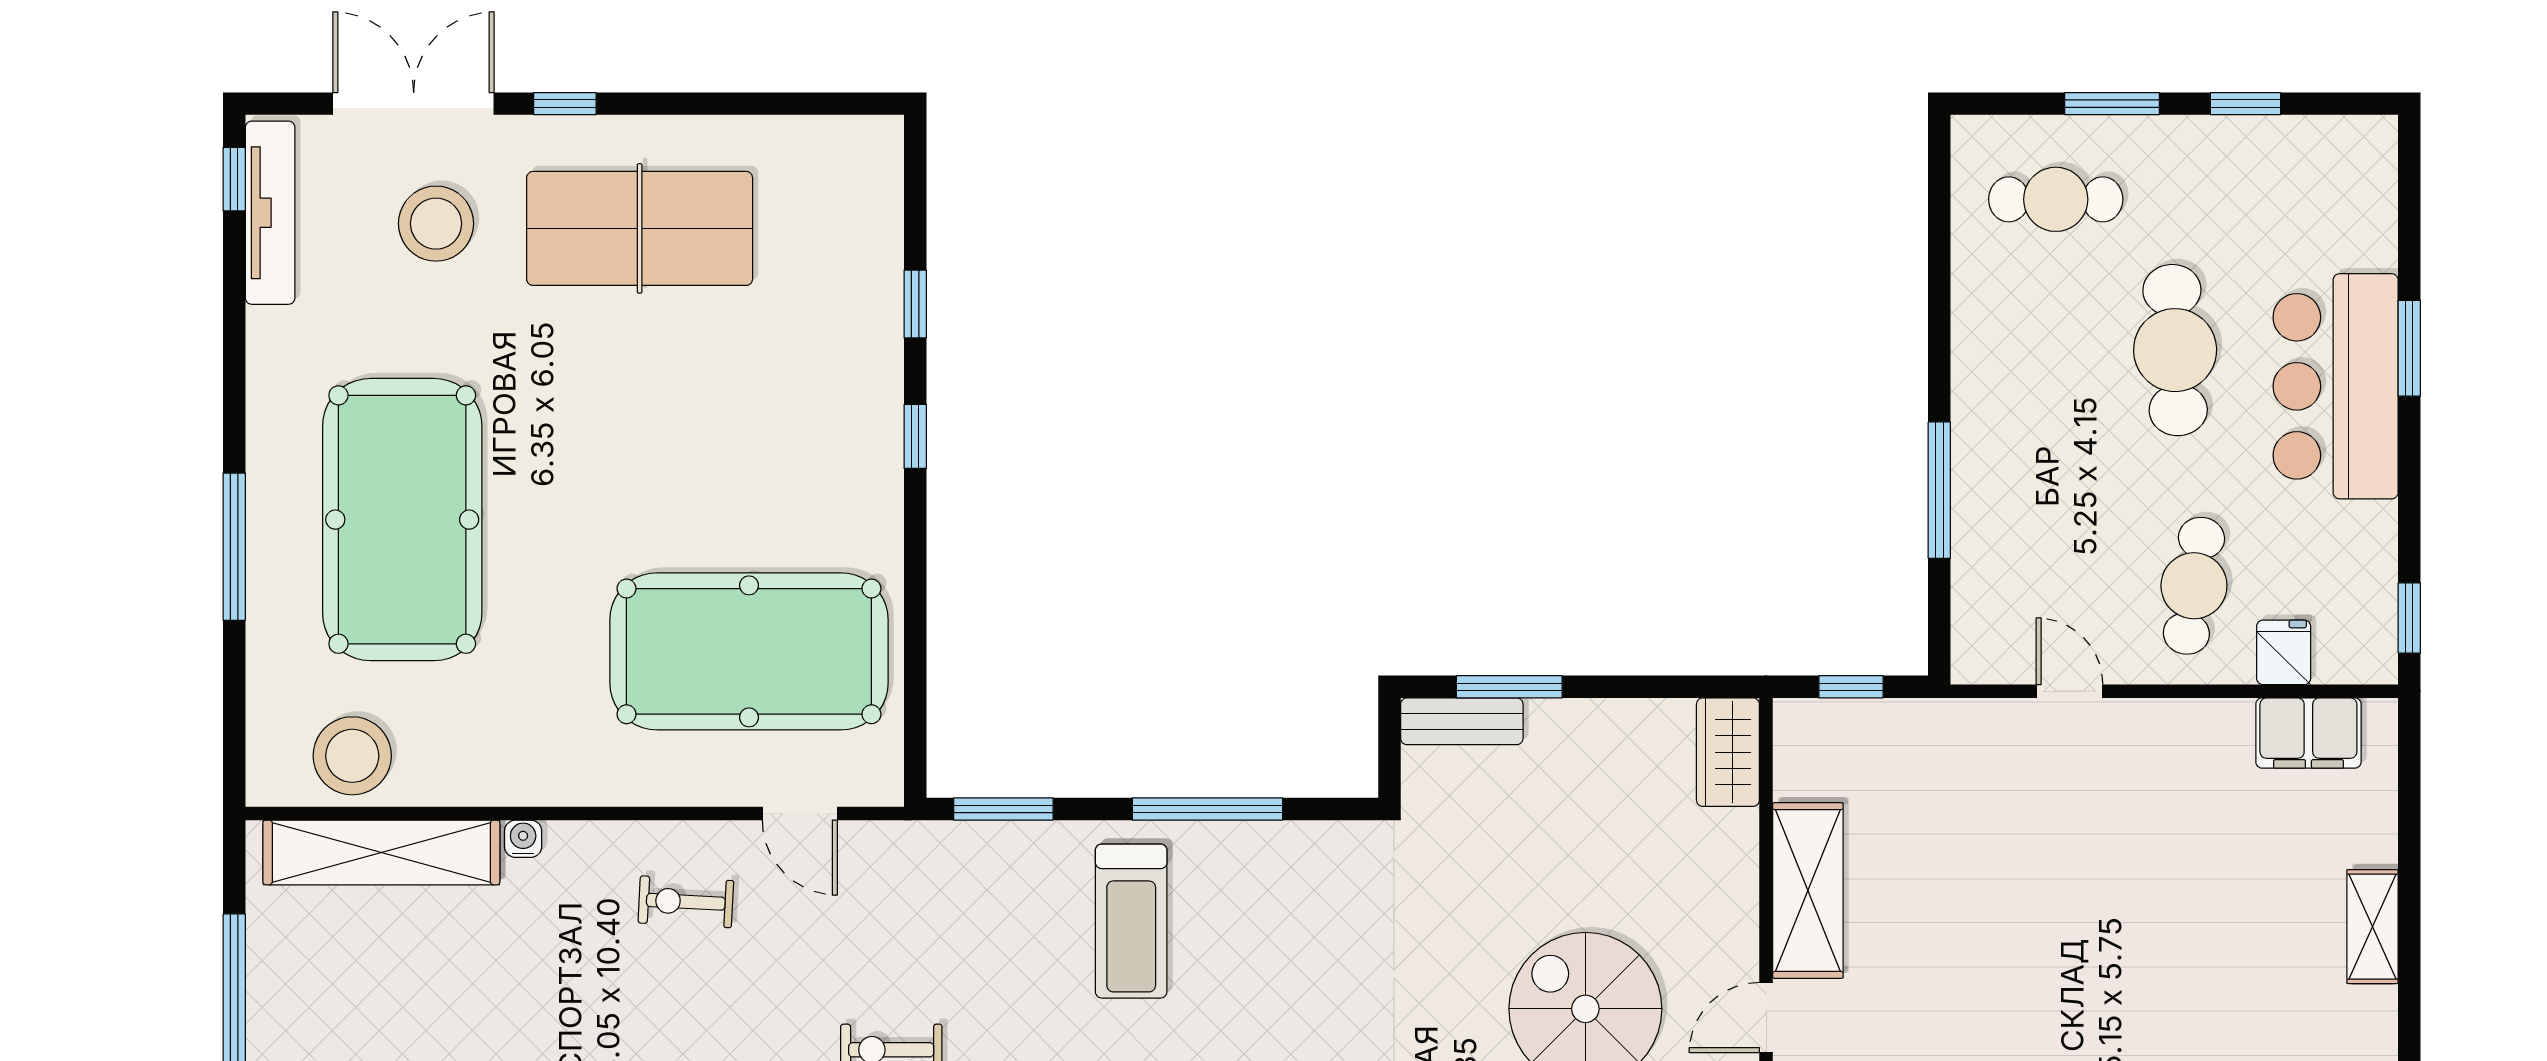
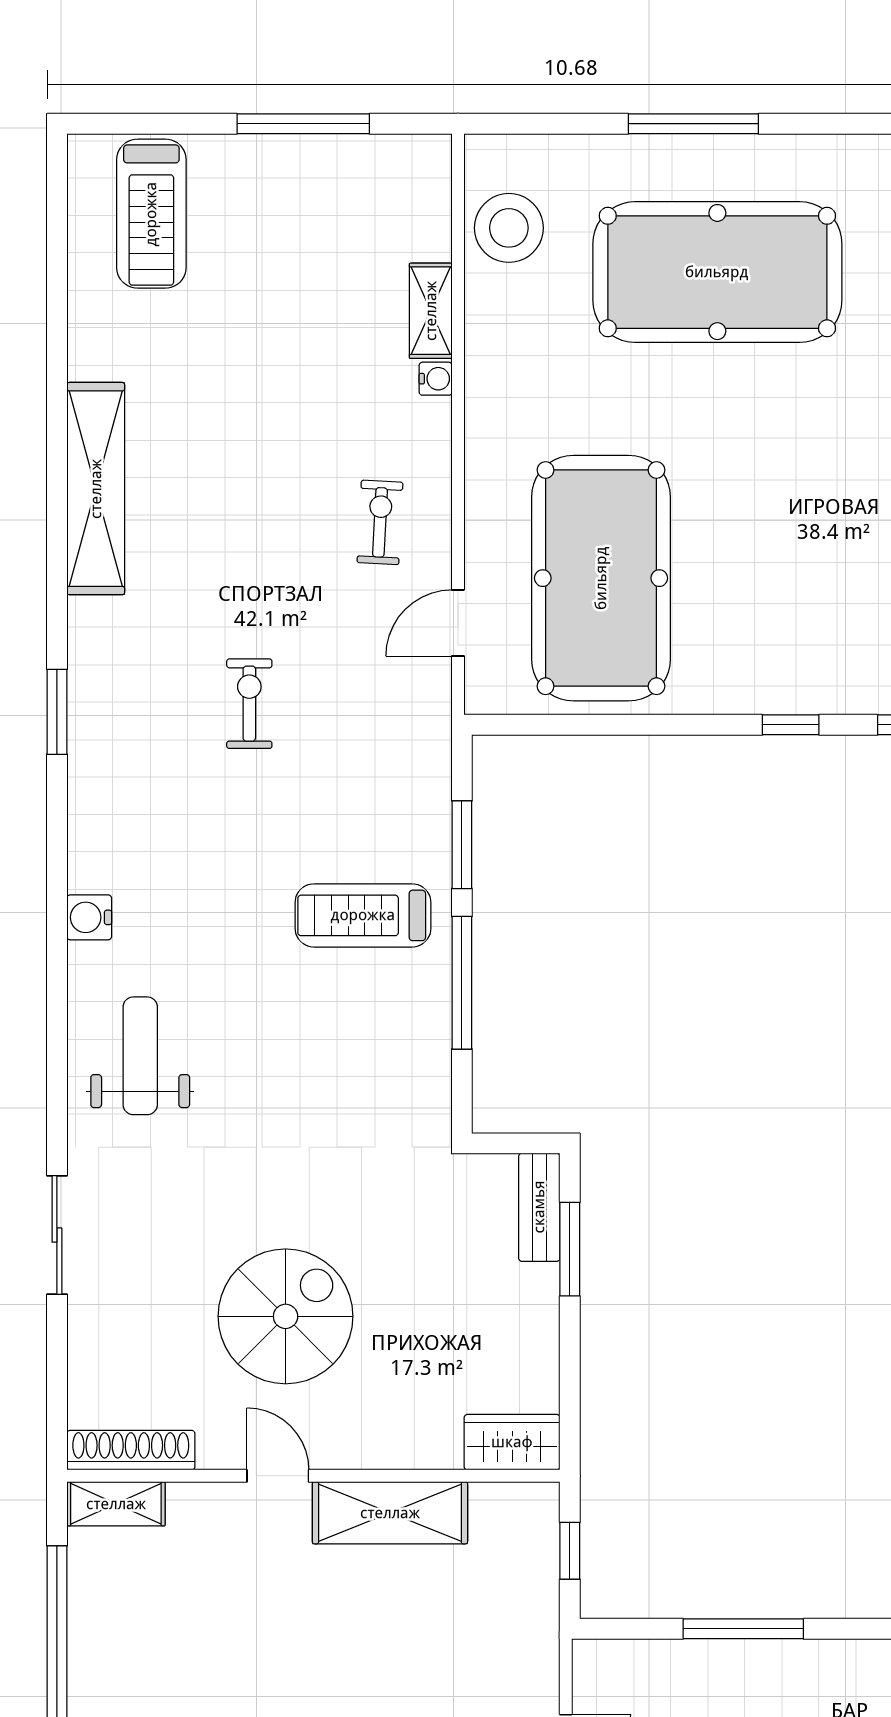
window: (1003, 809) -> (462, 845), moved
shelving: (381, 852) -> (431, 311), width x0.45, depth x0.75

